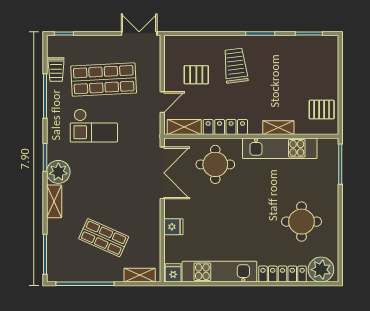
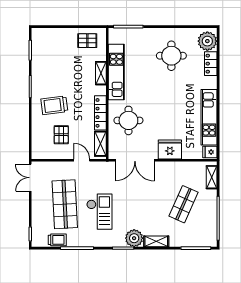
pallet: (322, 110) -> (87, 41), turned 90
double door: (162, 173) -> (135, 160), swing flipped
fridge: (173, 227) -> (170, 149), width x1.88, depth x1.34
locker: (283, 274) -> (211, 64), width x0.66

